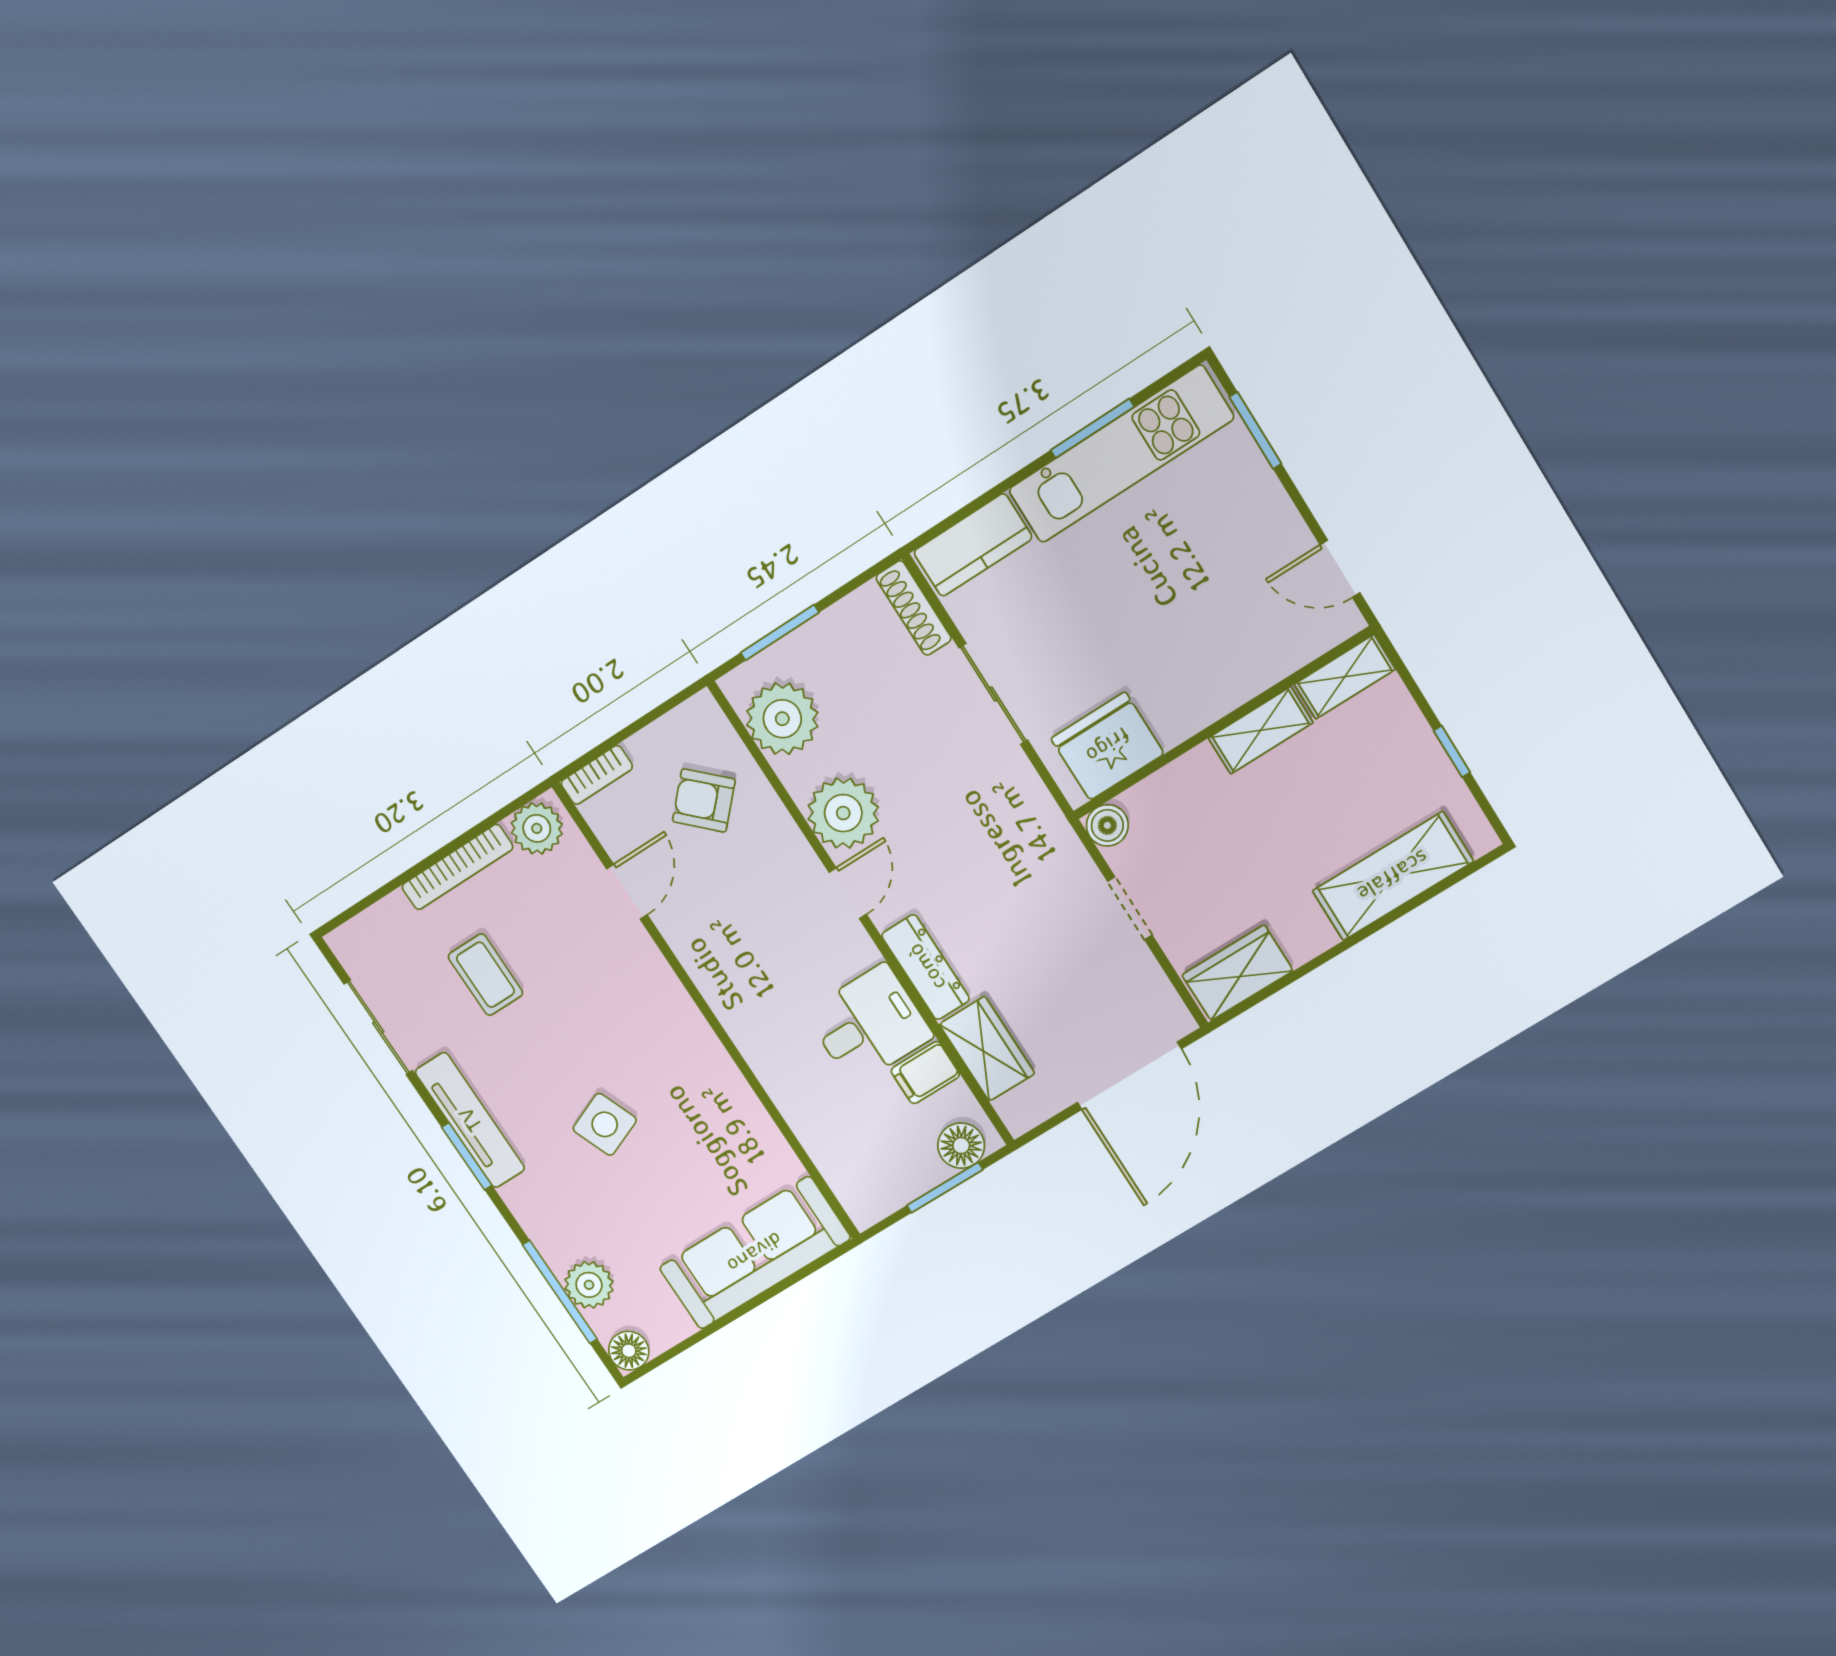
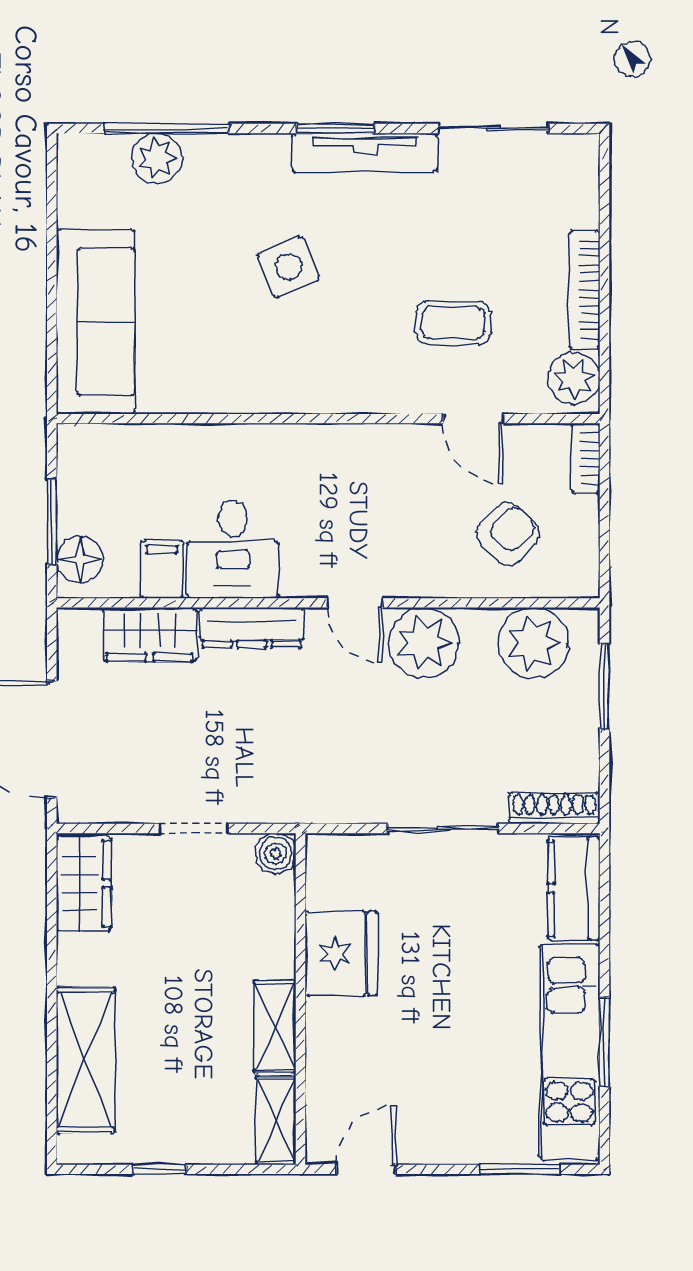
fridge: (1108, 746) -> (341, 954), moved
coffee table: (485, 975) -> (453, 323), moved
floor lamp: (629, 1351) -> (77, 154), removed

